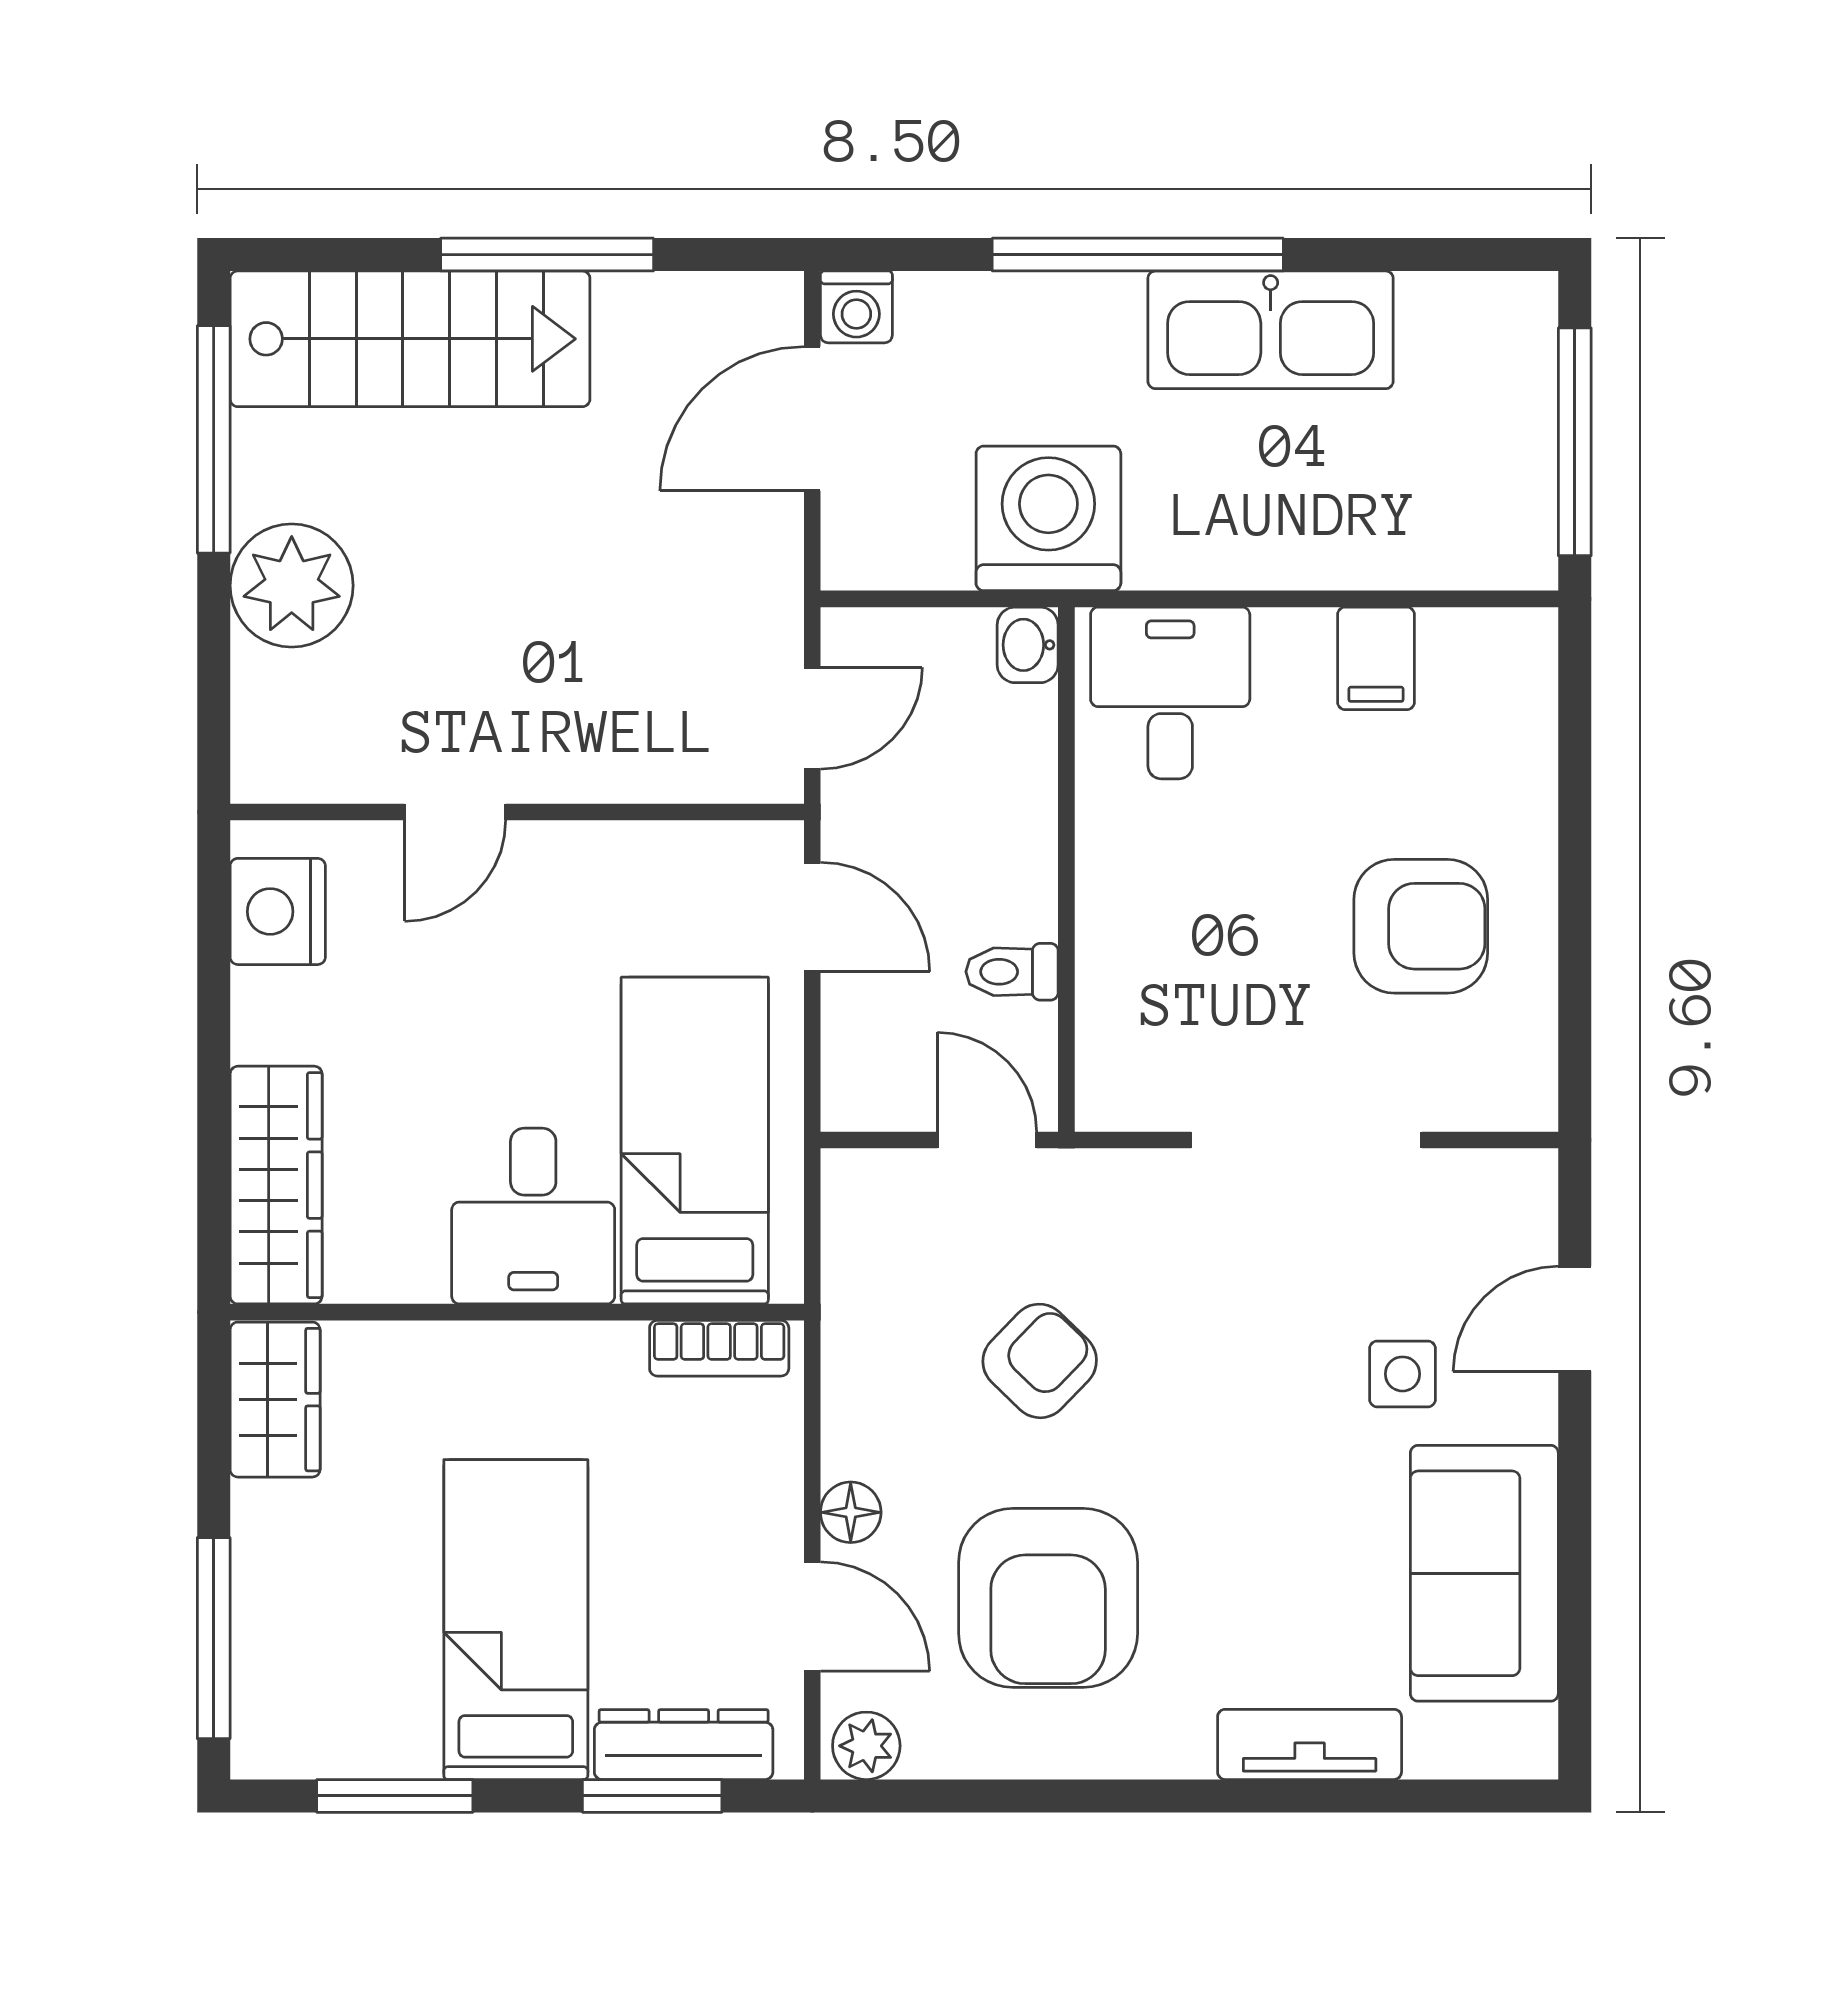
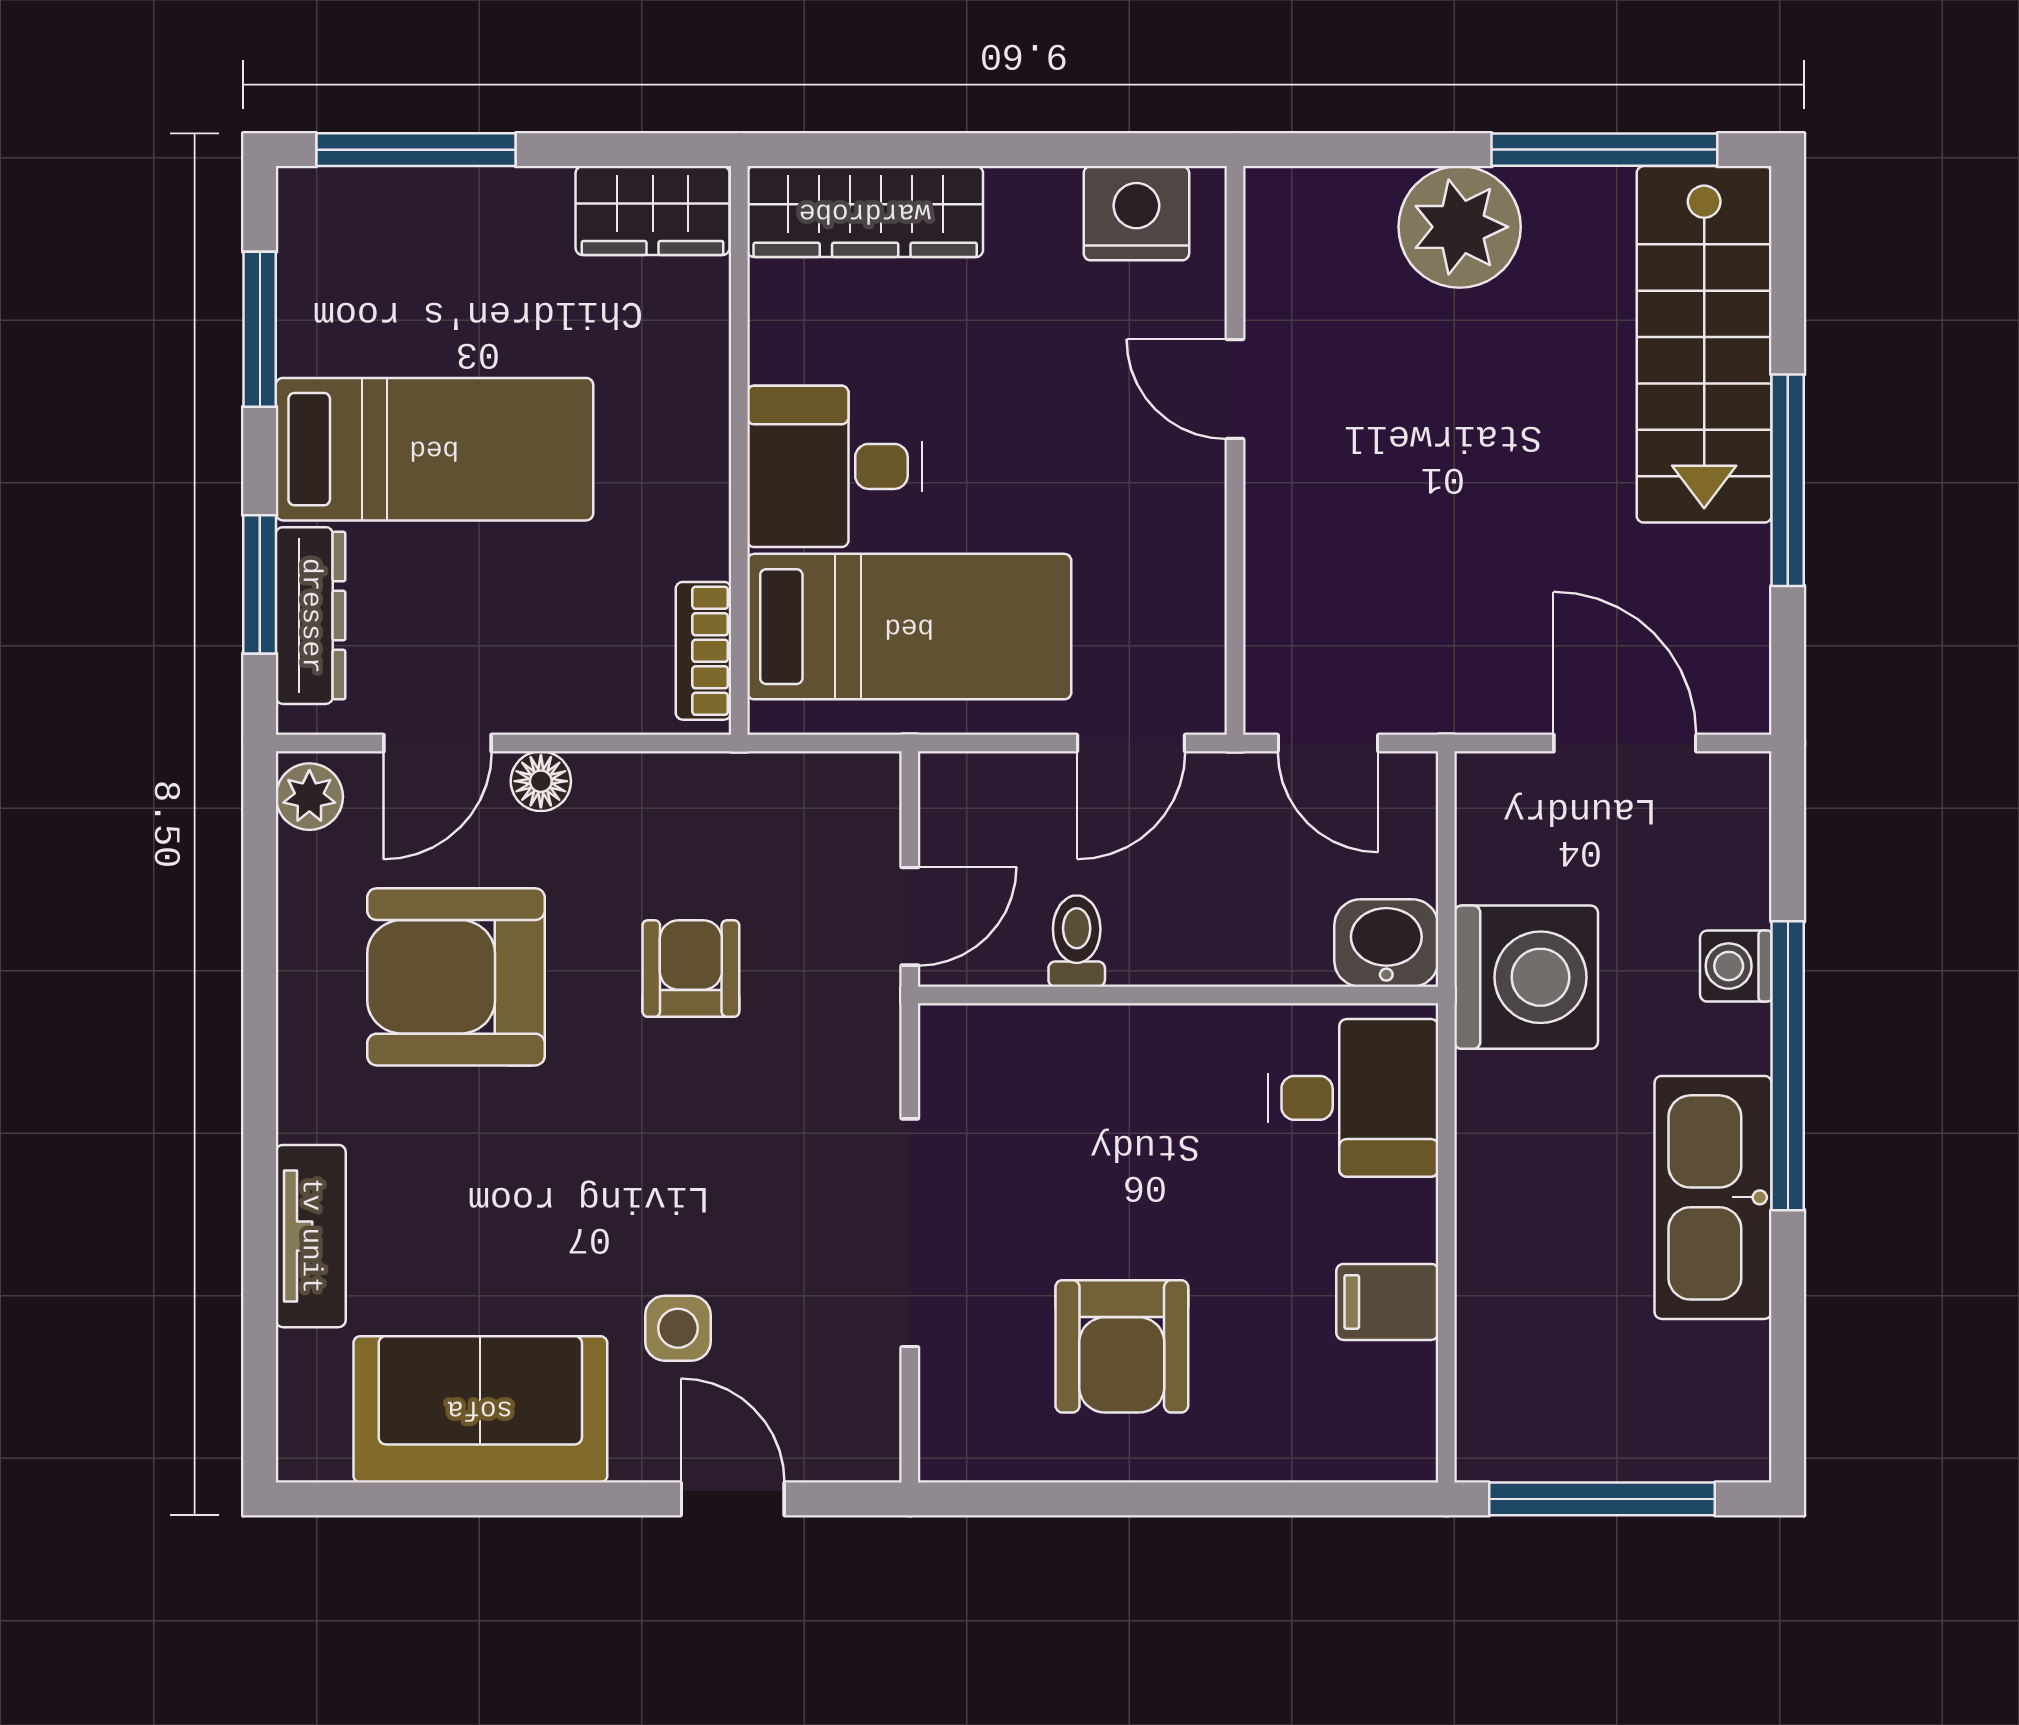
washing machine: (856, 307) -> (1736, 966), moved
washbasin: (1028, 645) -> (1386, 943), width x1.38, depth x1.45
armchair: (1040, 1361) -> (691, 969), turned -134

